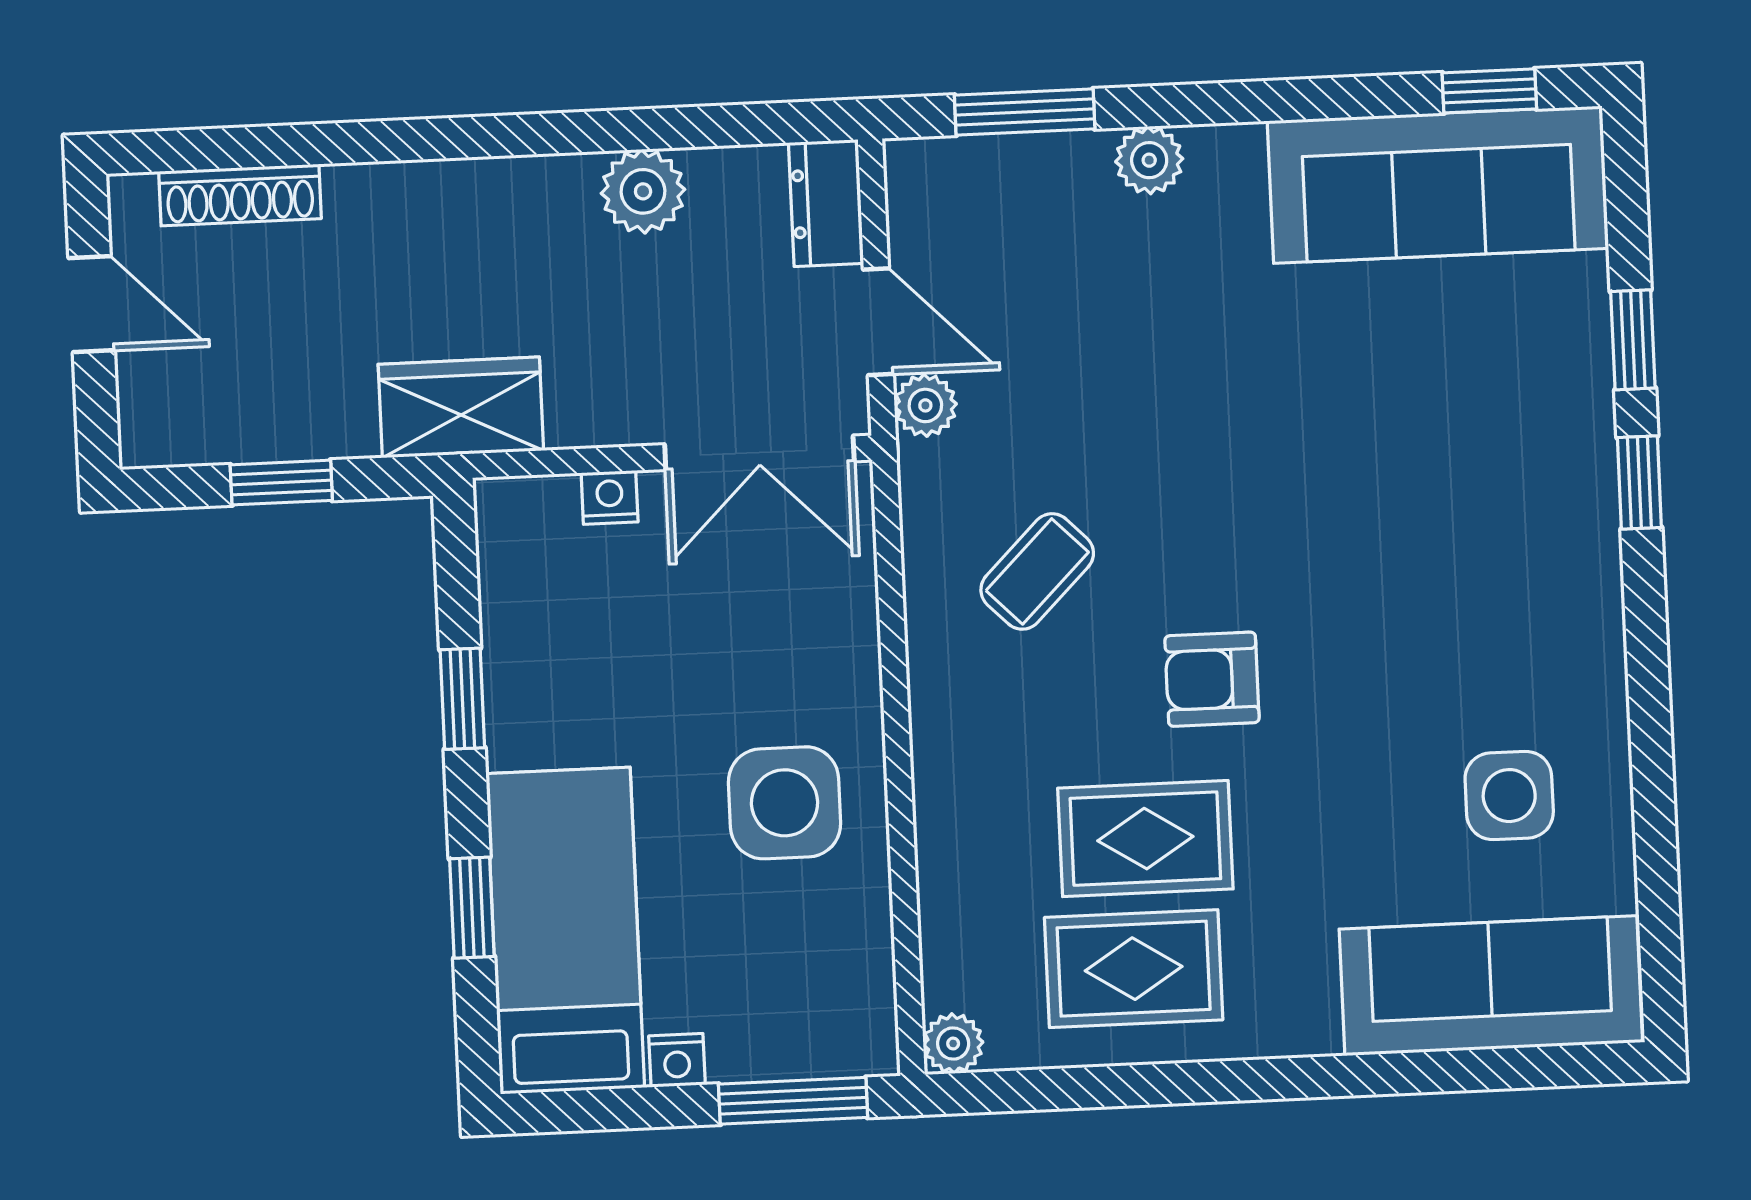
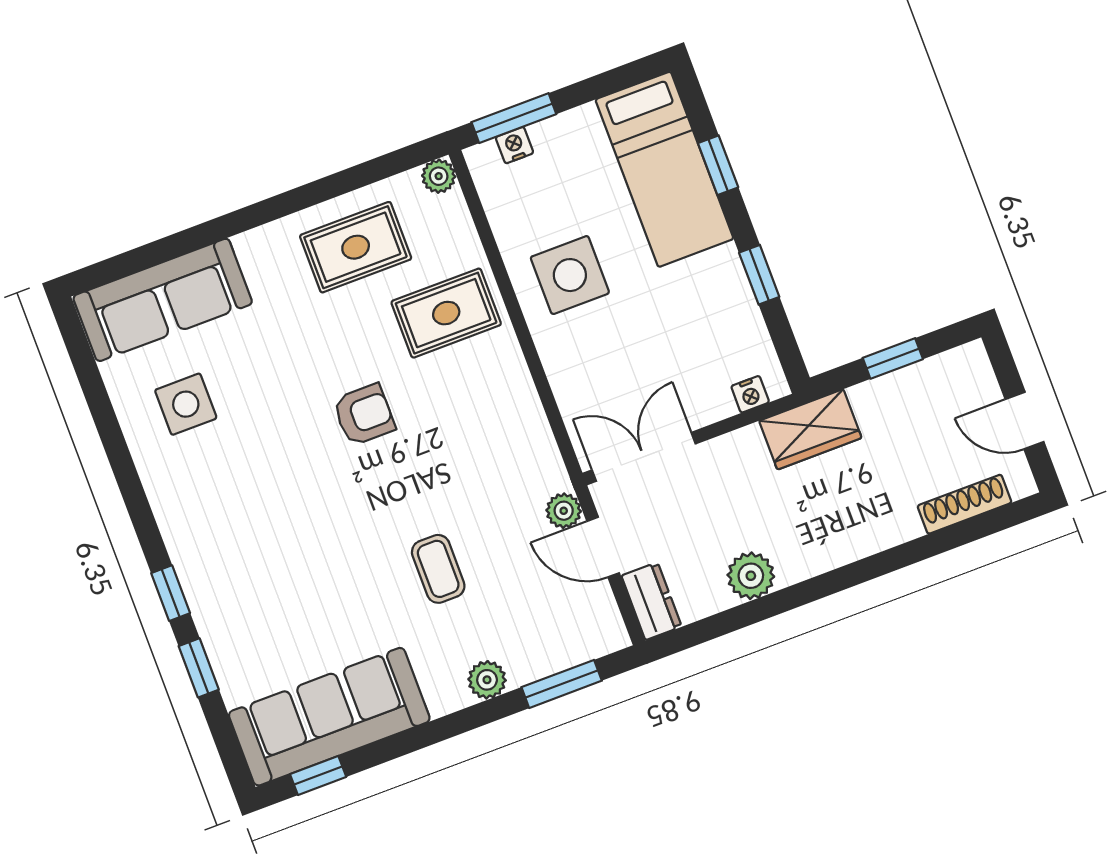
nightstand: (610, 497) -> (750, 394), moved
coffee table: (1037, 571) -> (438, 569), moved, turned -45
rug: (1145, 839) -> (446, 313), moved
nightstand: (677, 1060) -> (514, 145), moved

